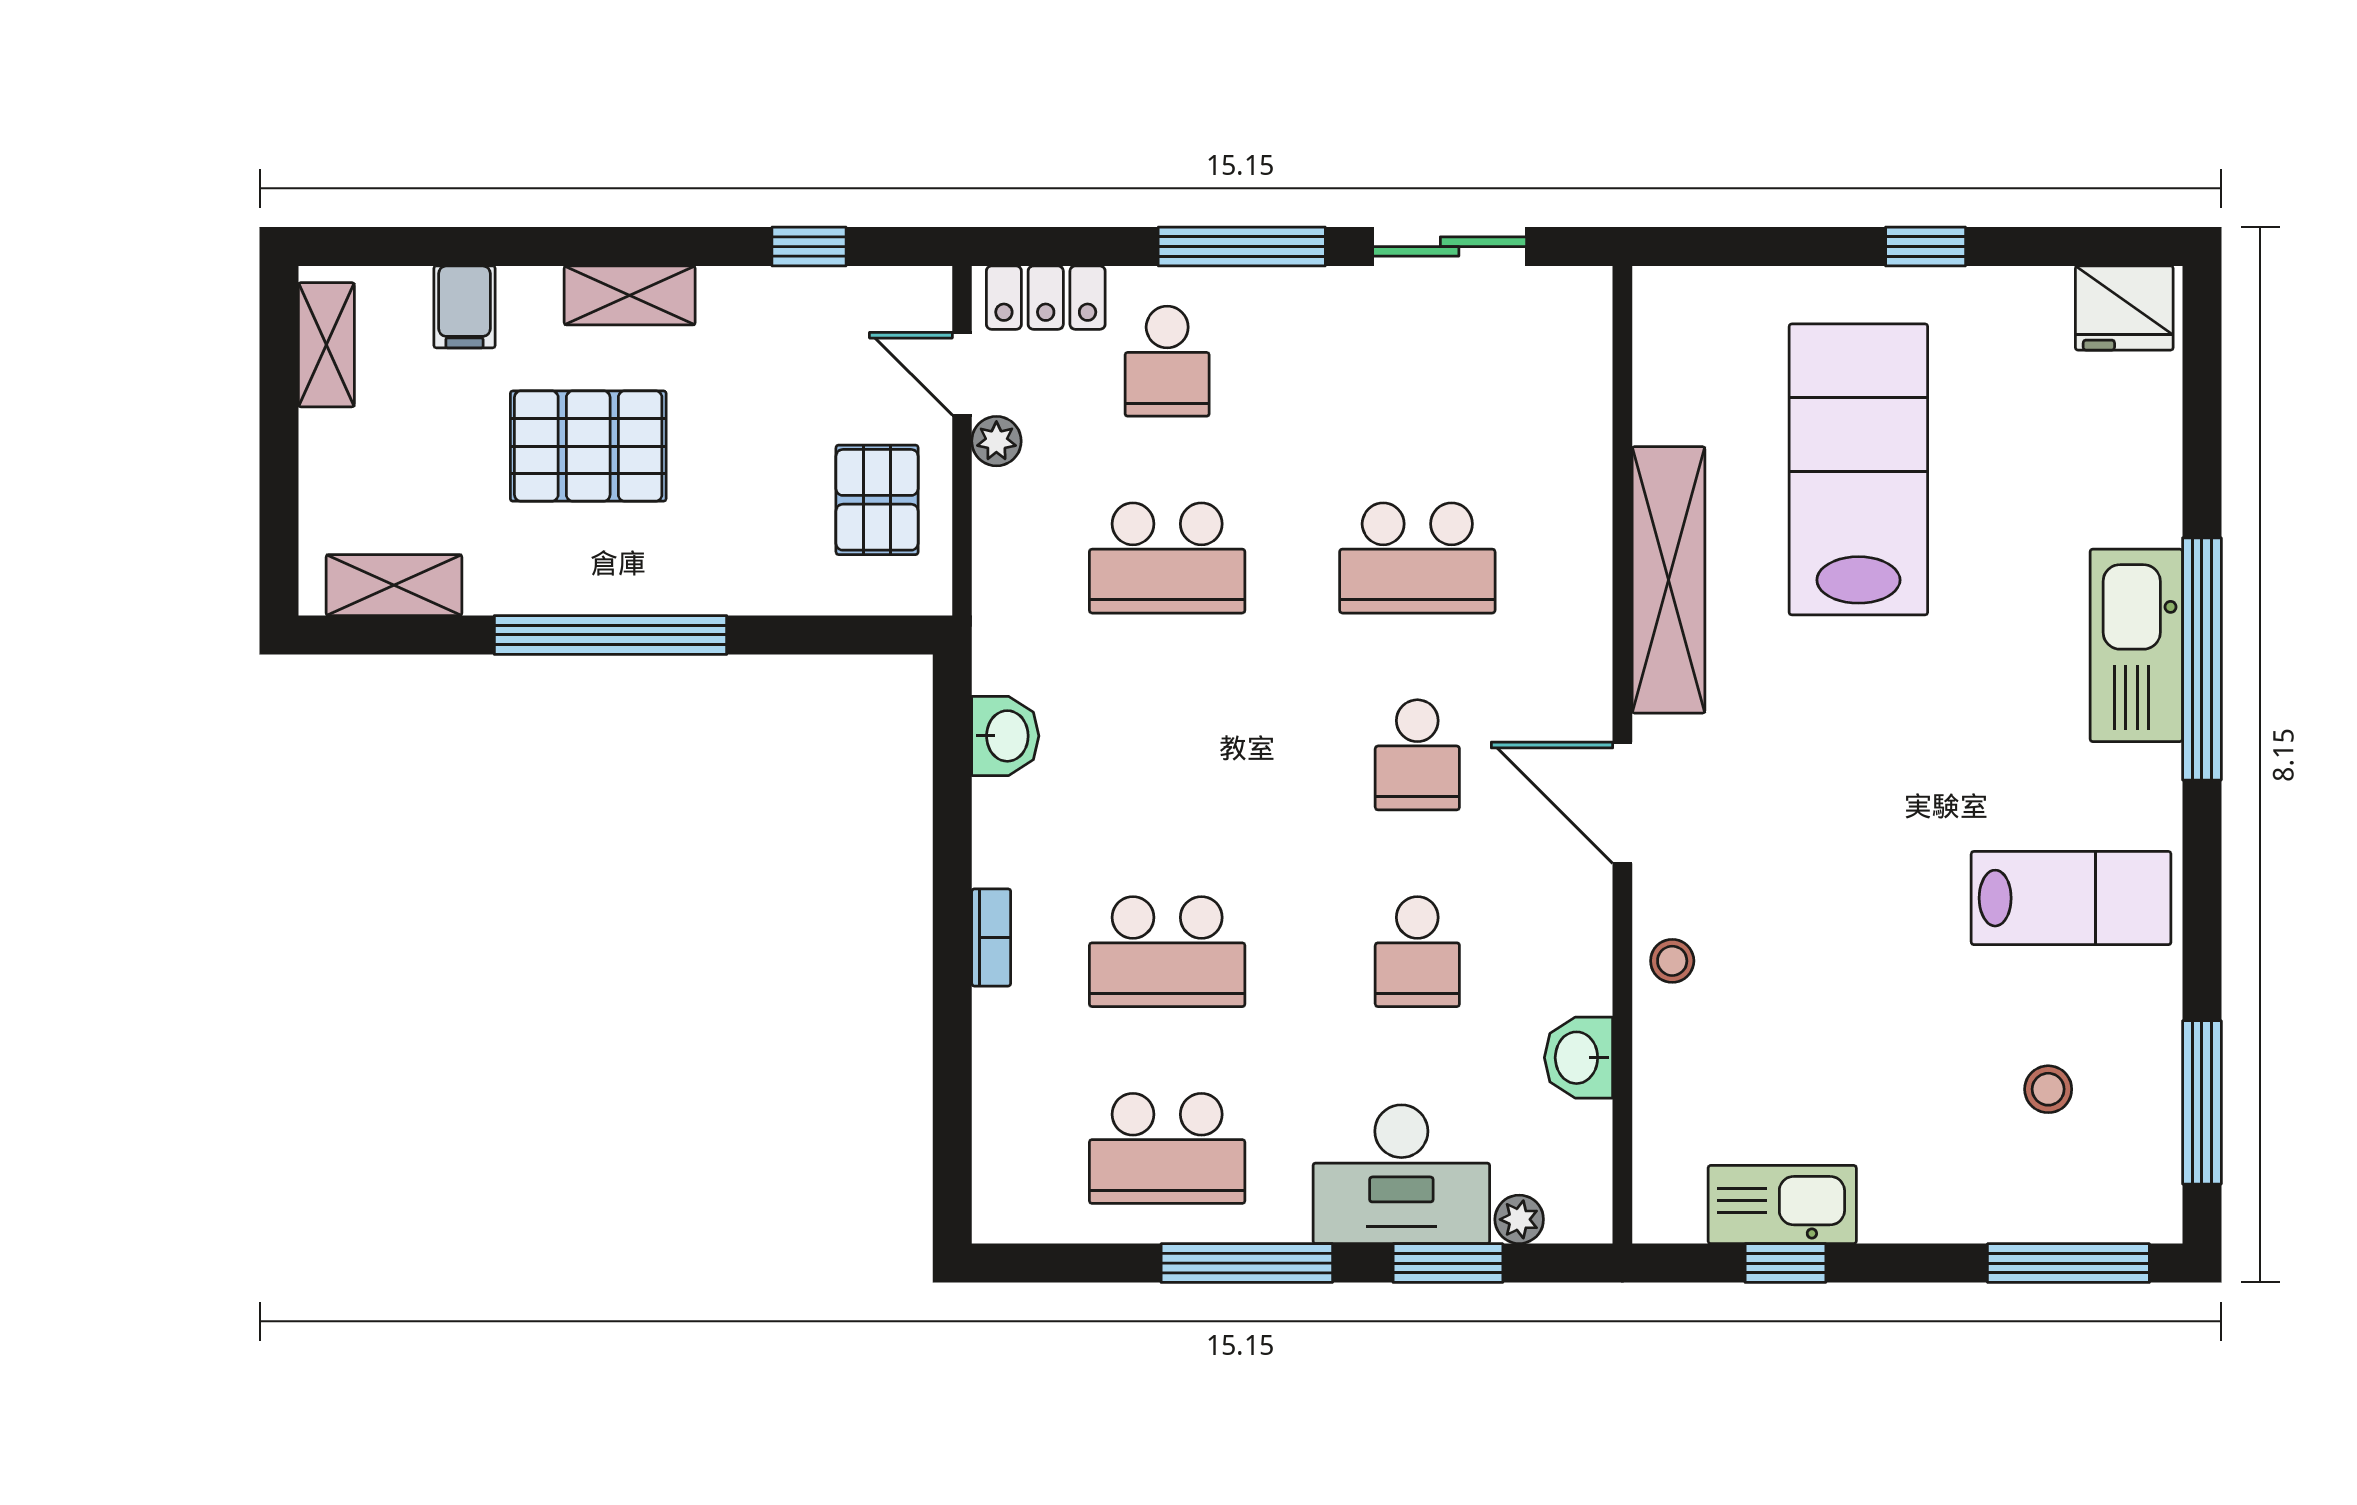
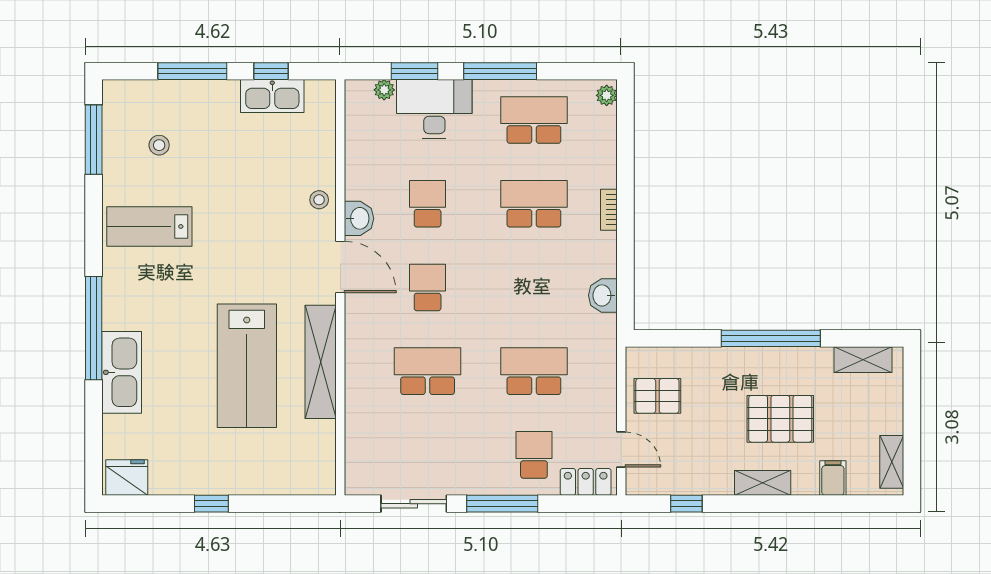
plant: (996, 441) -> (607, 95), moved
lab bench: (1858, 469) -> (247, 366), moved
pallet: (877, 500) -> (657, 396), turned 90
kitchen sink: (2136, 645) -> (122, 372), moved
washbasin: (1579, 1058) -> (359, 218), moved
window: (2068, 1263) -> (192, 71), moved

